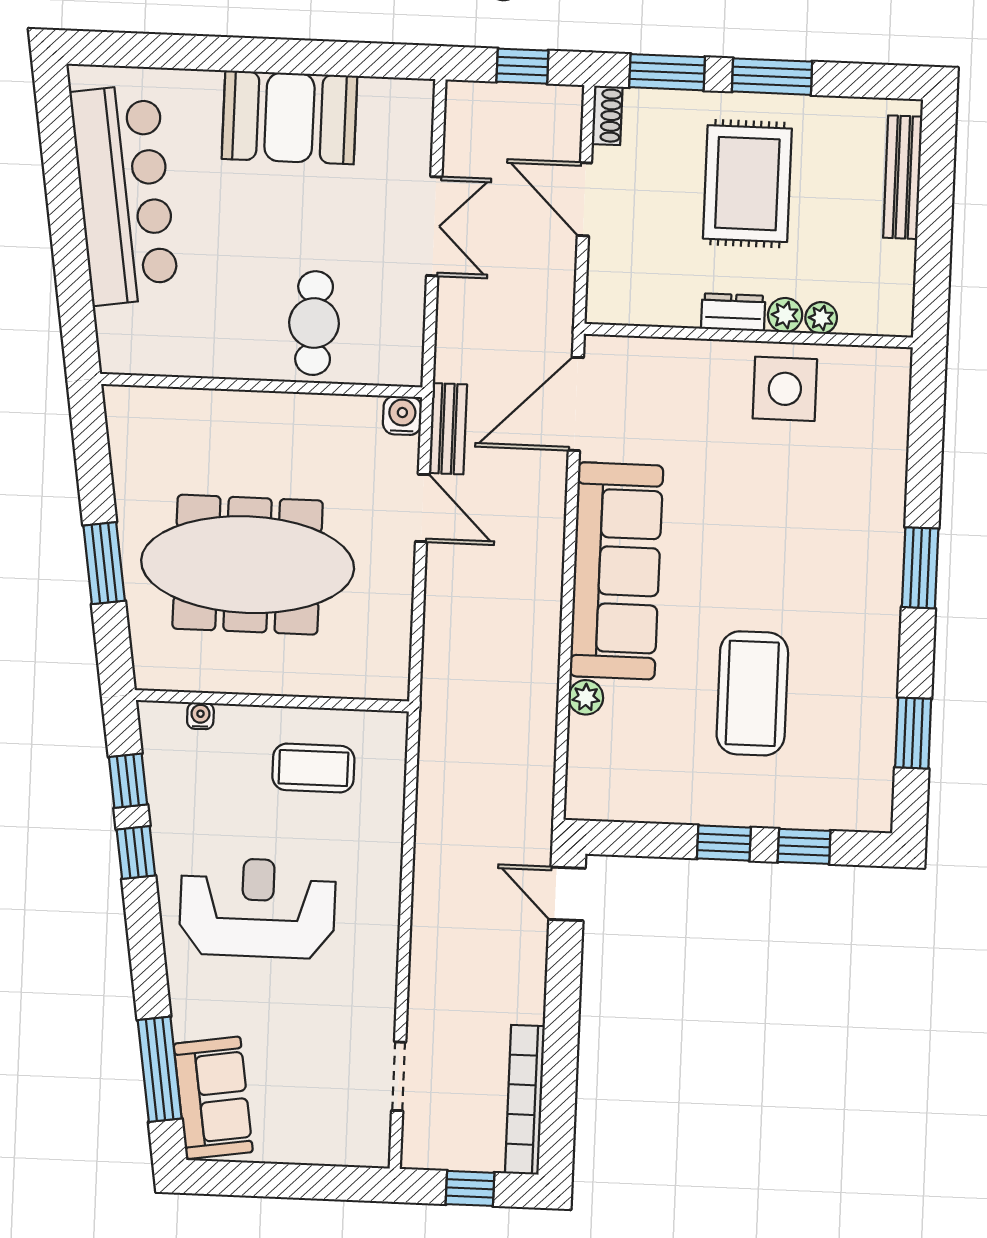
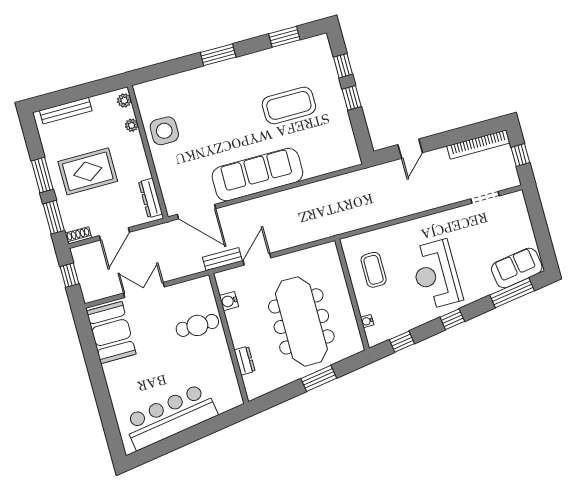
booth: (289, 117) -> (111, 333), moved
dresser: (733, 312) -> (151, 198), moved, width x1.44
plant: (785, 315) -> (124, 100), moved
dresser: (199, 406) -> (245, 361), added
water cooler: (402, 416) -> (229, 301), moved
plant: (586, 697) -> (311, 171), removed
window: (136, 853) -> (452, 319), moved
door: (567, 894) -> (410, 149), moved

